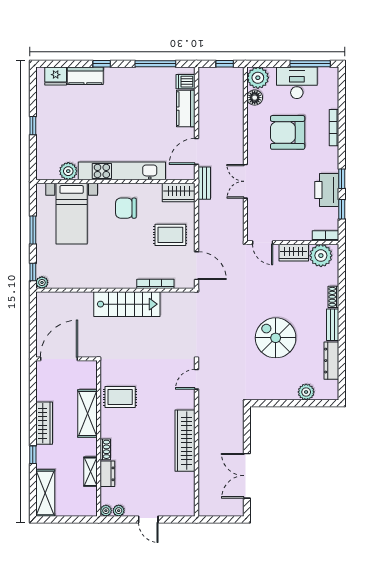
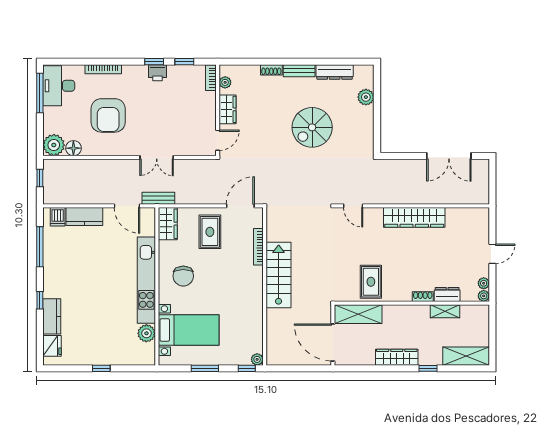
desk: (297, 83) -> (59, 86), moved
printer: (327, 190) -> (158, 73), width x0.53, depth x0.68
plant: (321, 256) -> (225, 82), width x0.53, depth x0.53
shelving: (88, 414) -> (358, 314), moved

